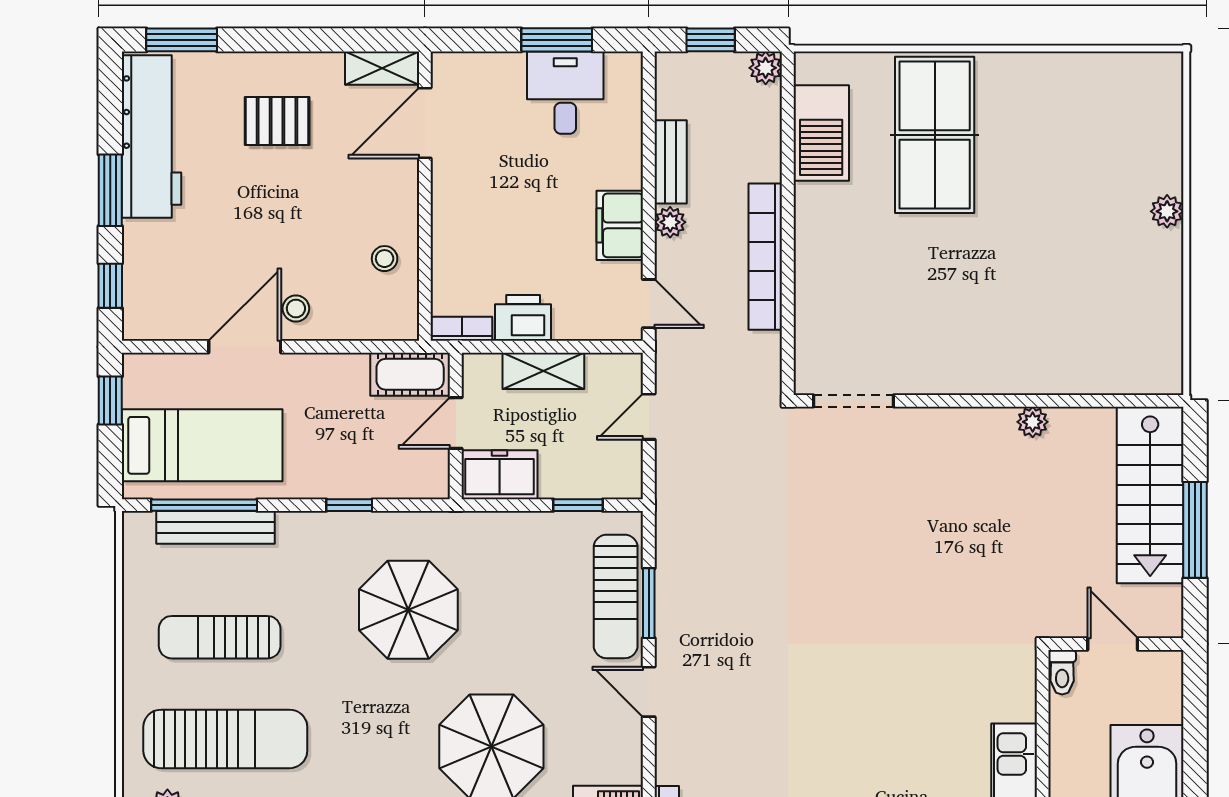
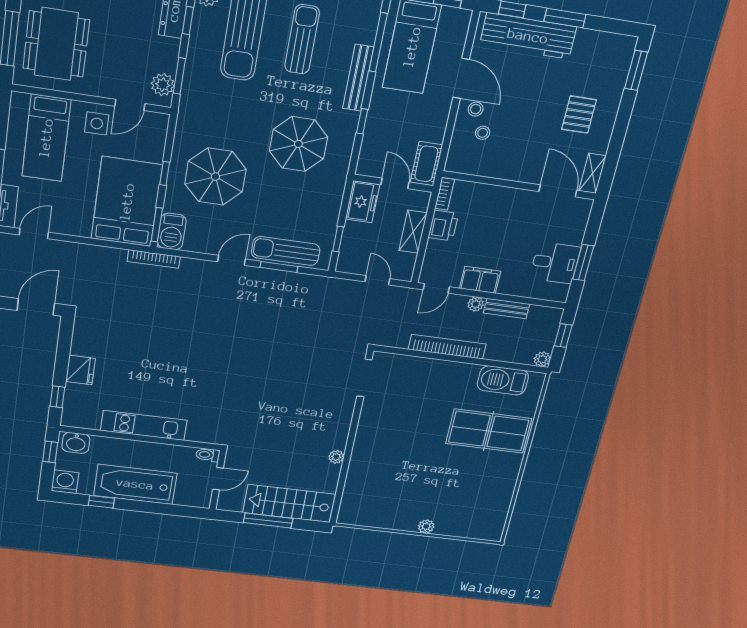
workbench: (152, 136) -> (528, 36), moved
stool: (385, 259) -> (483, 133), moved
bench: (216, 527) -> (358, 78), moved

